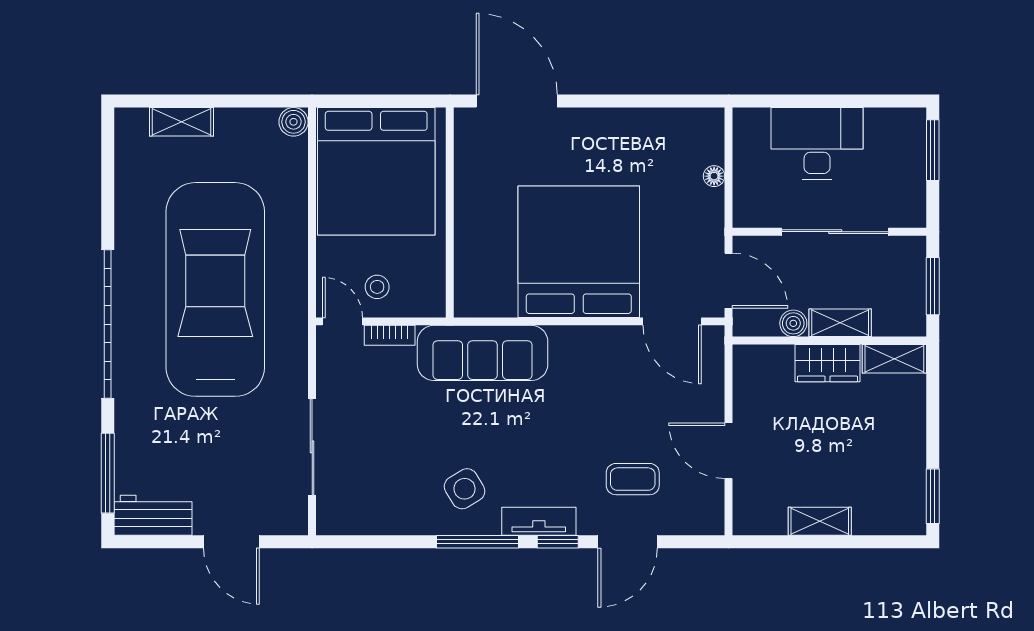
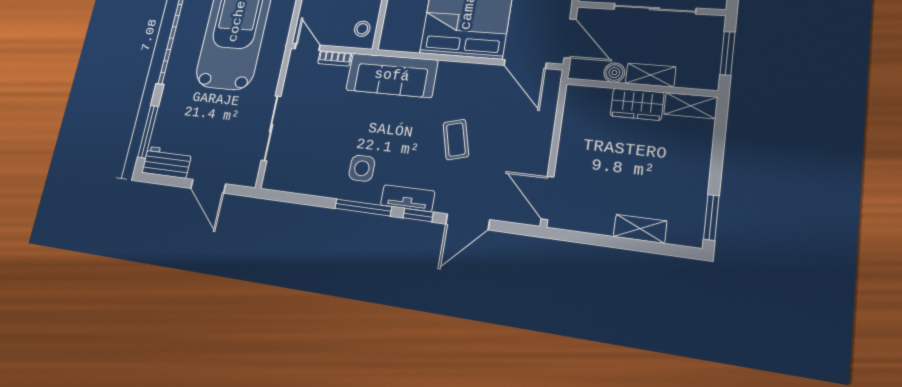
stool: (377, 287) -> (362, 29), moved
door: (728, 451) -> (547, 198), moved
coffee table: (633, 479) -> (456, 140), moved, turned 75
side table: (465, 489) -> (362, 168), turned 31
shelving: (820, 521) -> (640, 229), moved

